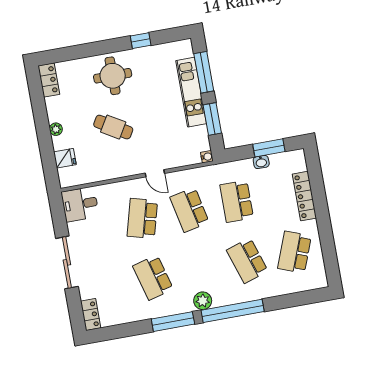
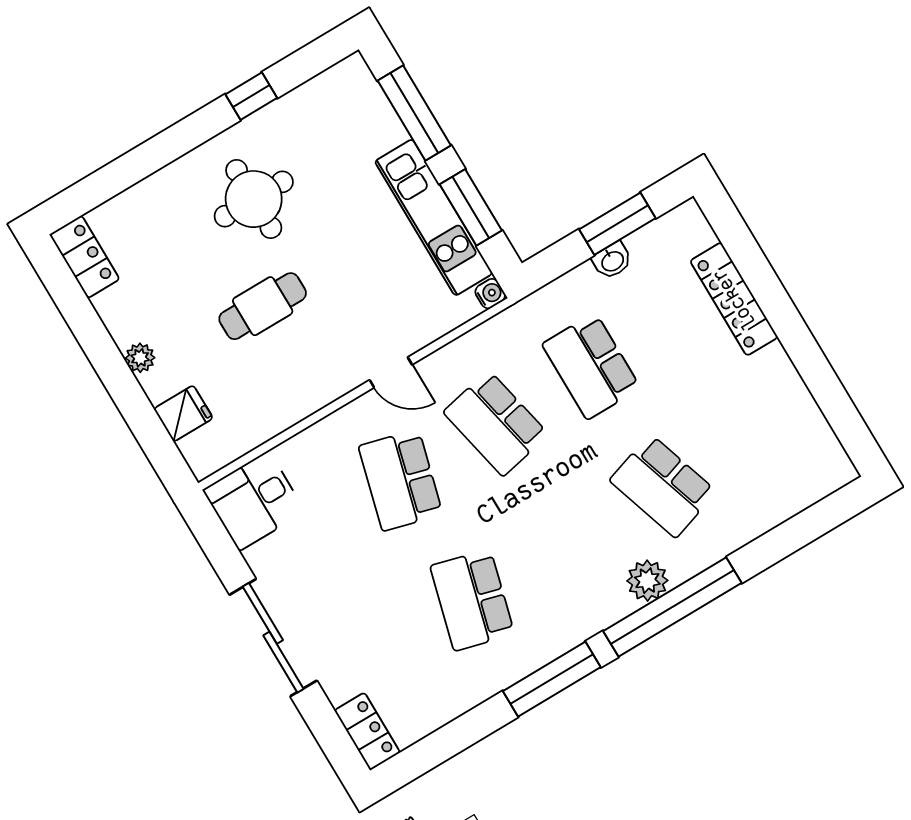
round table: (113, 76) -> (254, 199), moved
kitchen unit: (191, 92) -> (434, 217), moved
cafe table: (113, 127) -> (263, 306), turned -31
school desk: (294, 252) -> (758, 429), removed
school desk: (153, 278) -> (472, 600), turned 30
plant: (203, 301) -> (647, 581), moved

